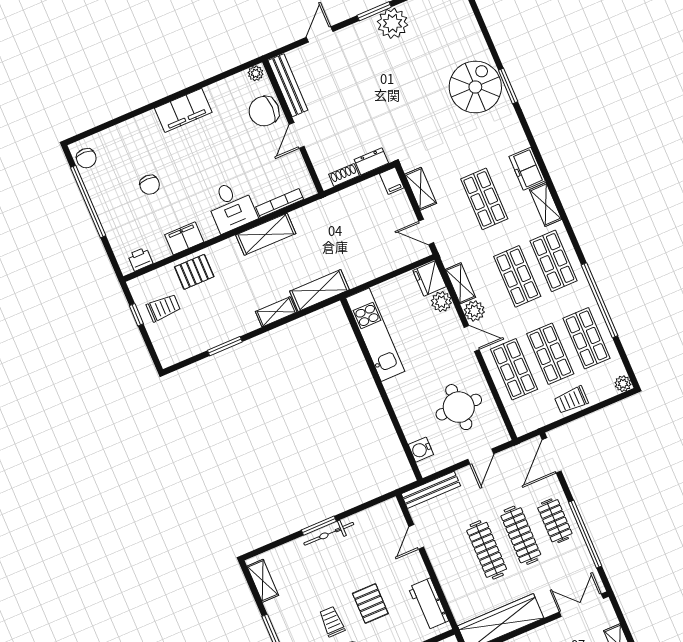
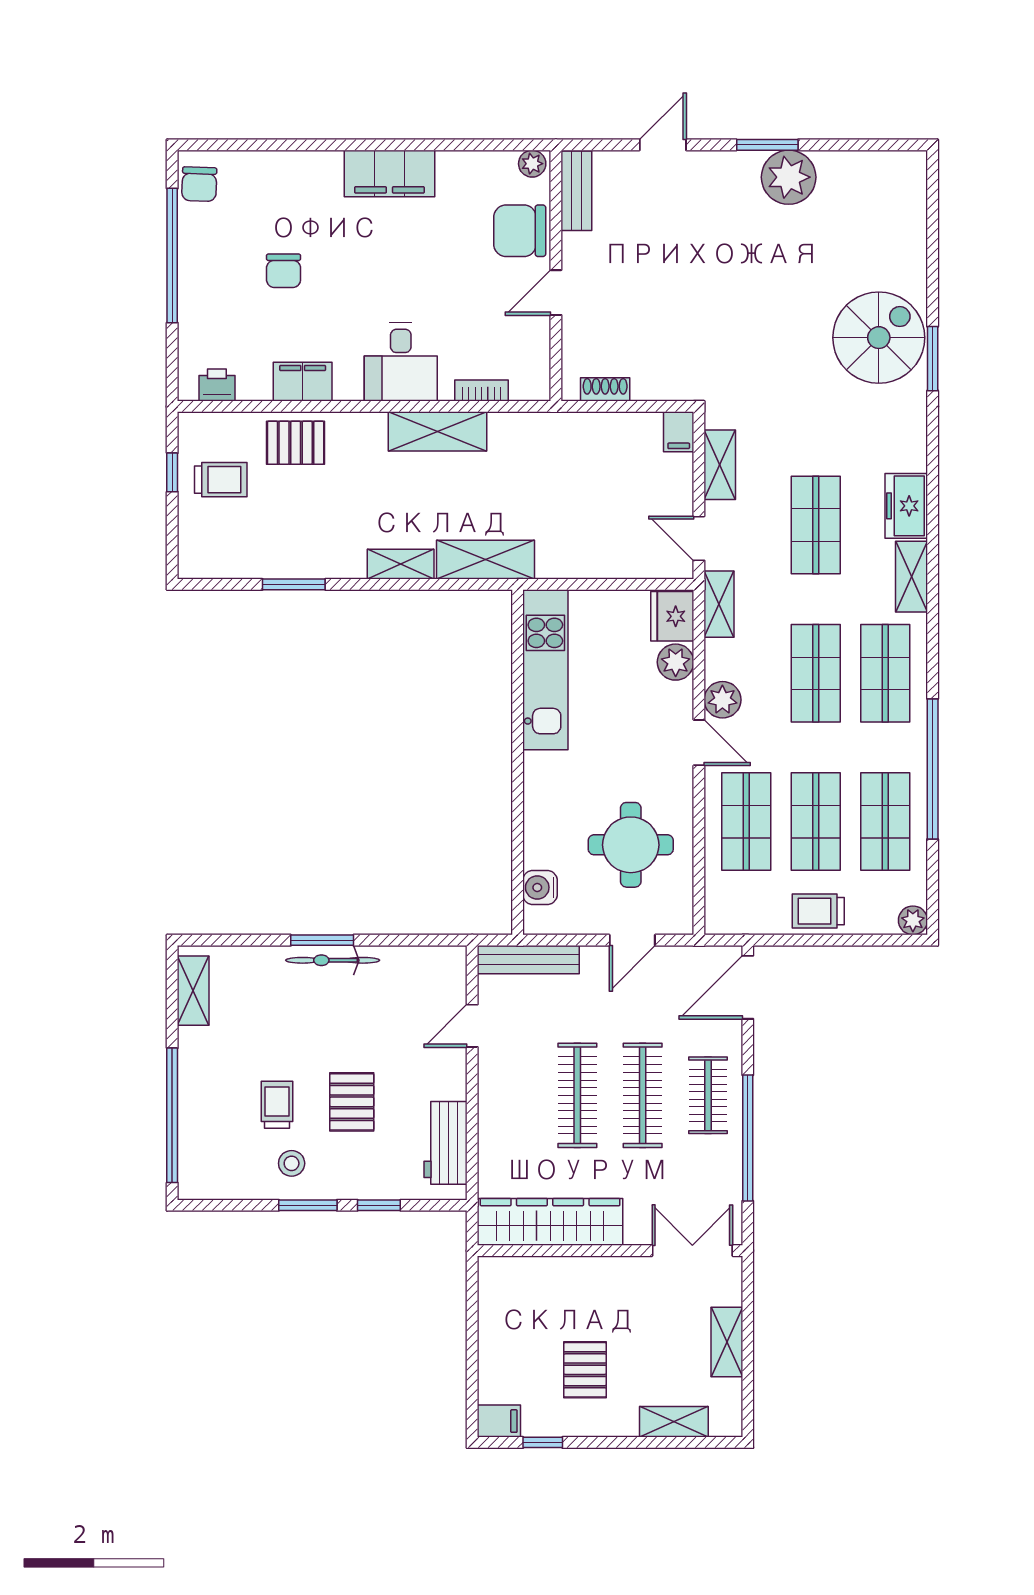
bench: (288, 85) -> (576, 191), width x0.73
dresser: (371, 161) -> (659, 386), removed
bookcase: (280, 203) -> (481, 391), width x0.64
shelving: (461, 283) -> (719, 604), moved

